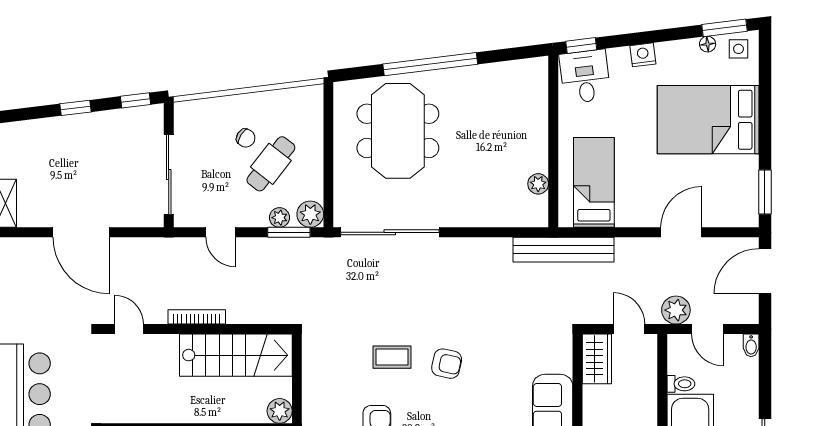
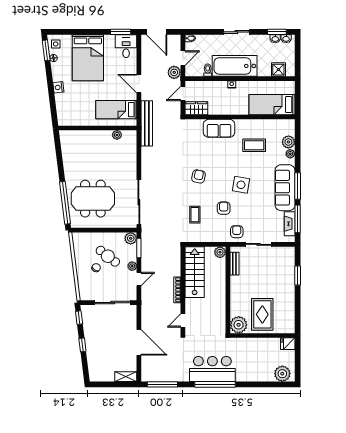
window: (581, 46) -> (54, 115), removed
window: (430, 64) -> (65, 203), moved
desk: (585, 77) -> (126, 46), moved, turned 97
plant: (279, 218) -> (132, 266), moved
door: (81, 232) -> (139, 342), hinge flipped
door: (681, 232) -> (139, 84), moved
coffee table: (392, 357) -> (195, 215), moved

